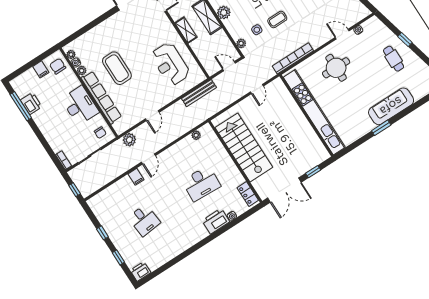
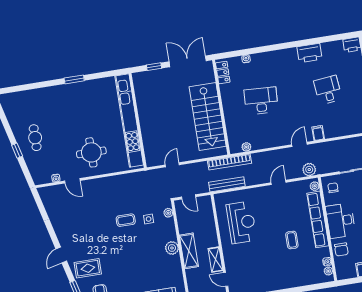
shelving: (186, 30) -> (215, 260), moved
bookcase: (293, 58) -> (229, 162), moved
chair: (58, 66) -> (341, 249), moved
coffee table: (117, 68) -> (292, 240), width x0.54, depth x0.58
plant: (82, 71) -> (315, 186), moved
sofa: (391, 106) -> (57, 95), removed
printer: (216, 221) -> (310, 53), moved

